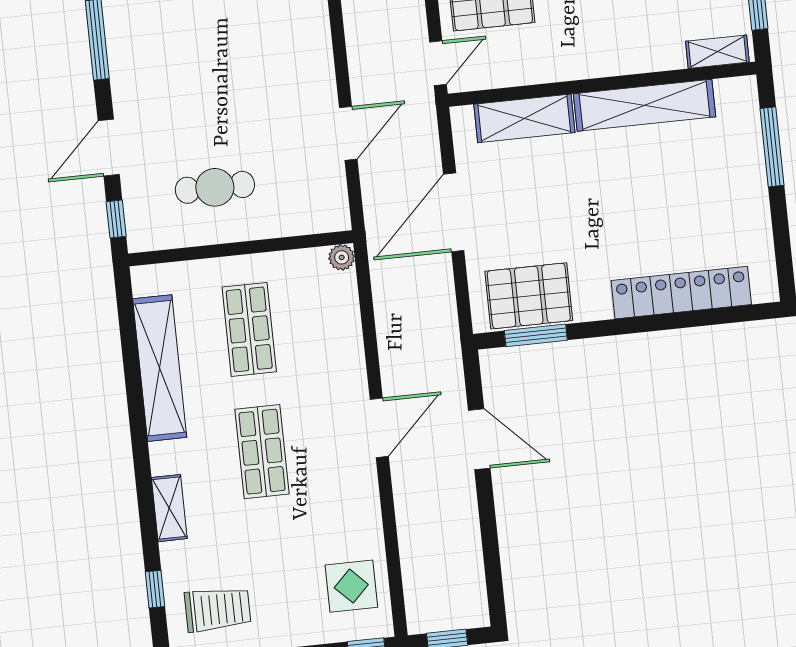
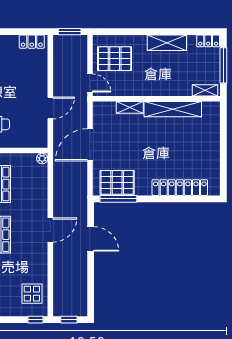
door: (438, 63) -> (90, 83), hinge flipped
shelving: (524, 118) -> (130, 107), width x0.67, depth x0.75
window: (772, 147) -> (223, 132), removed
window: (536, 335) -> (118, 199), width x1.44

